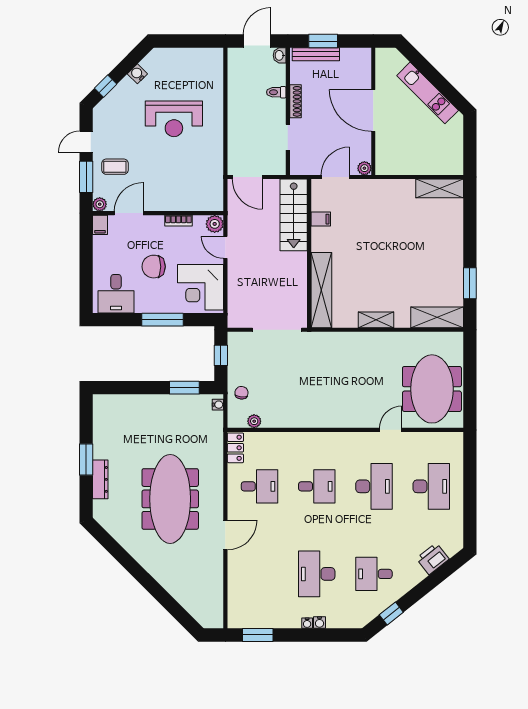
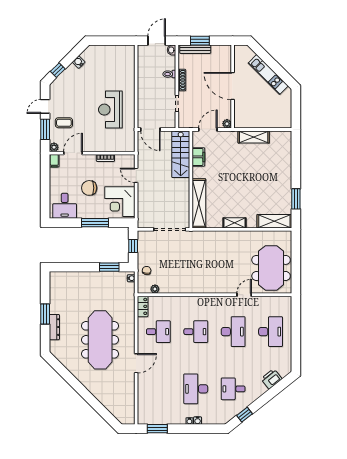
reception desk: (174, 119) -> (110, 110), moved, turned 90
shelving: (440, 188) -> (254, 137), moved
filing cabinet: (321, 219) -> (198, 157), width x2.00
plant: (215, 224) -> (129, 160), removed

